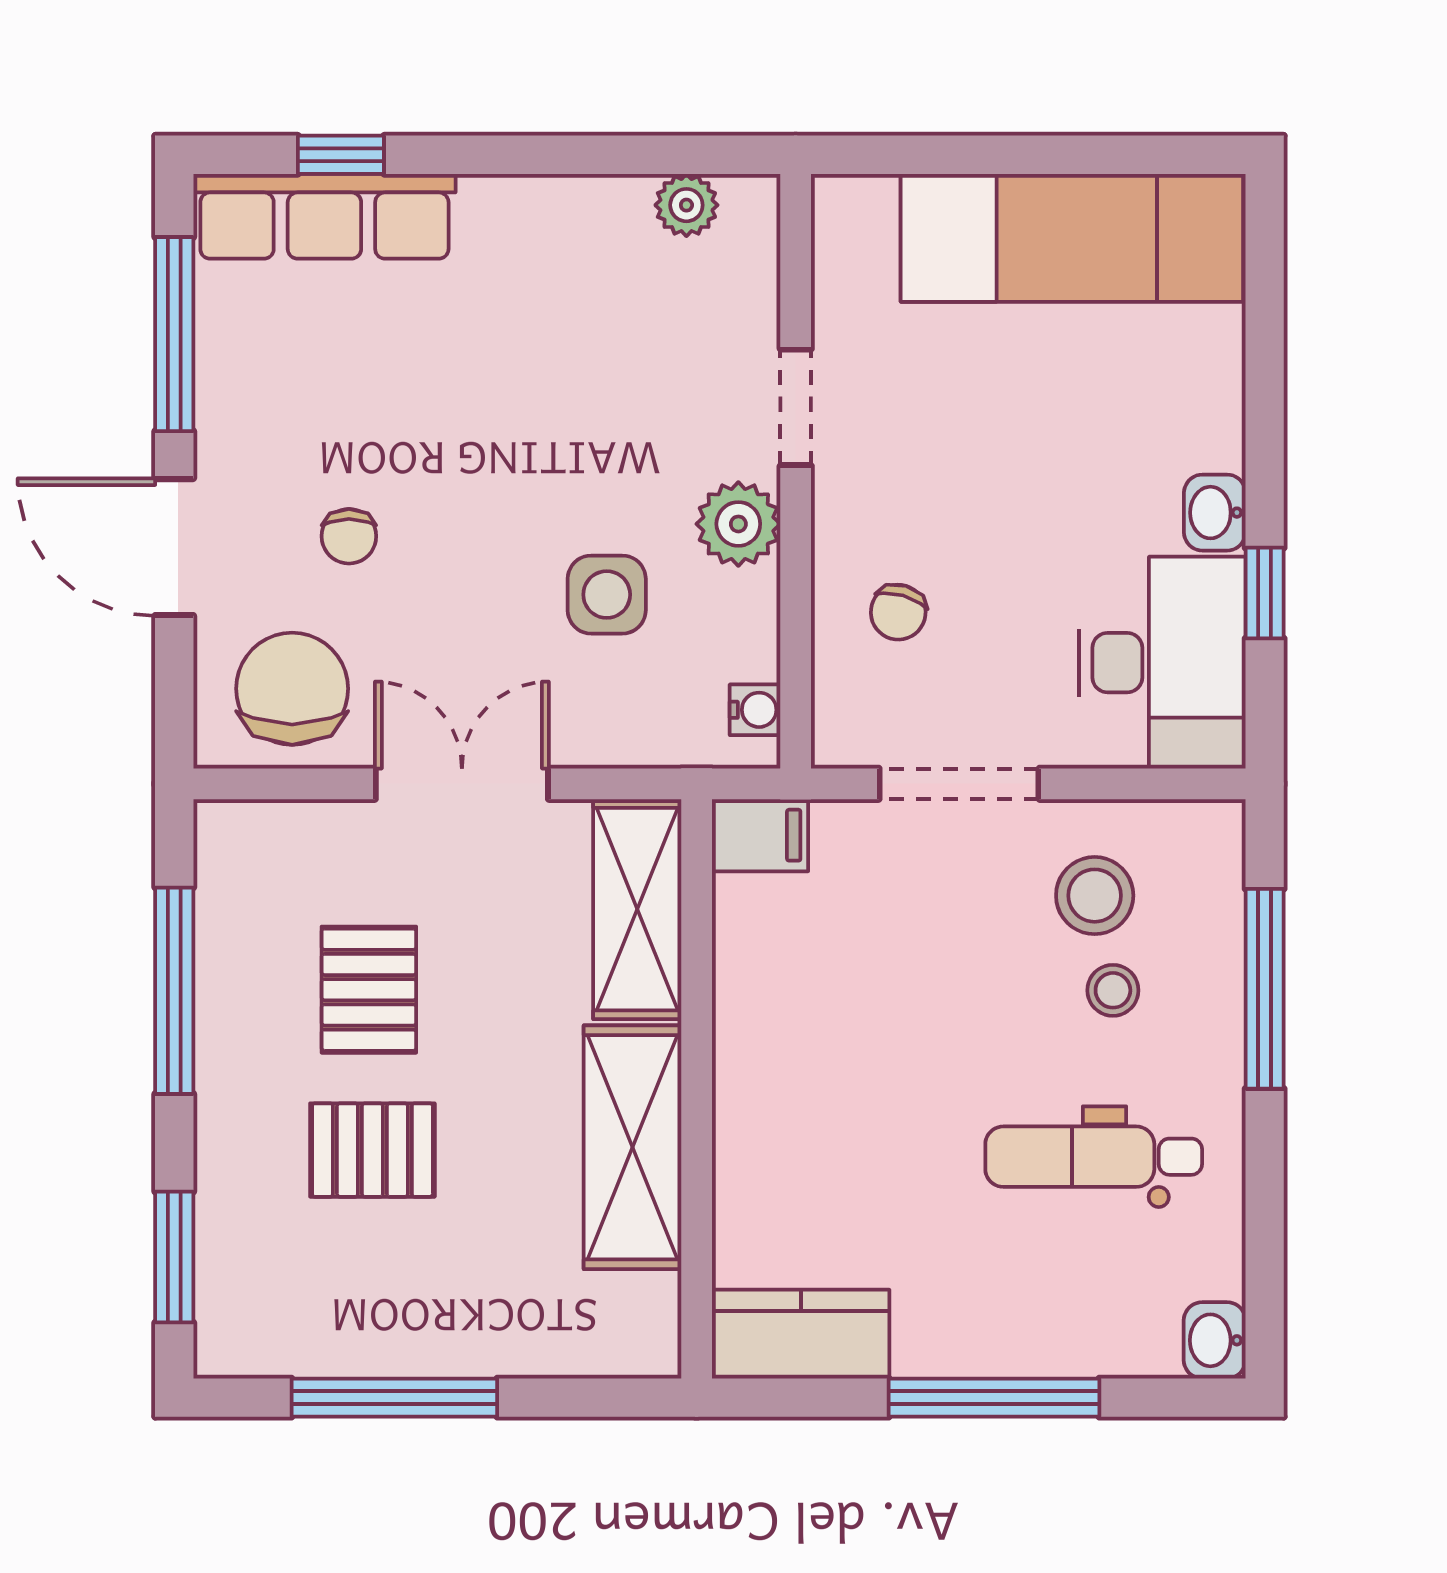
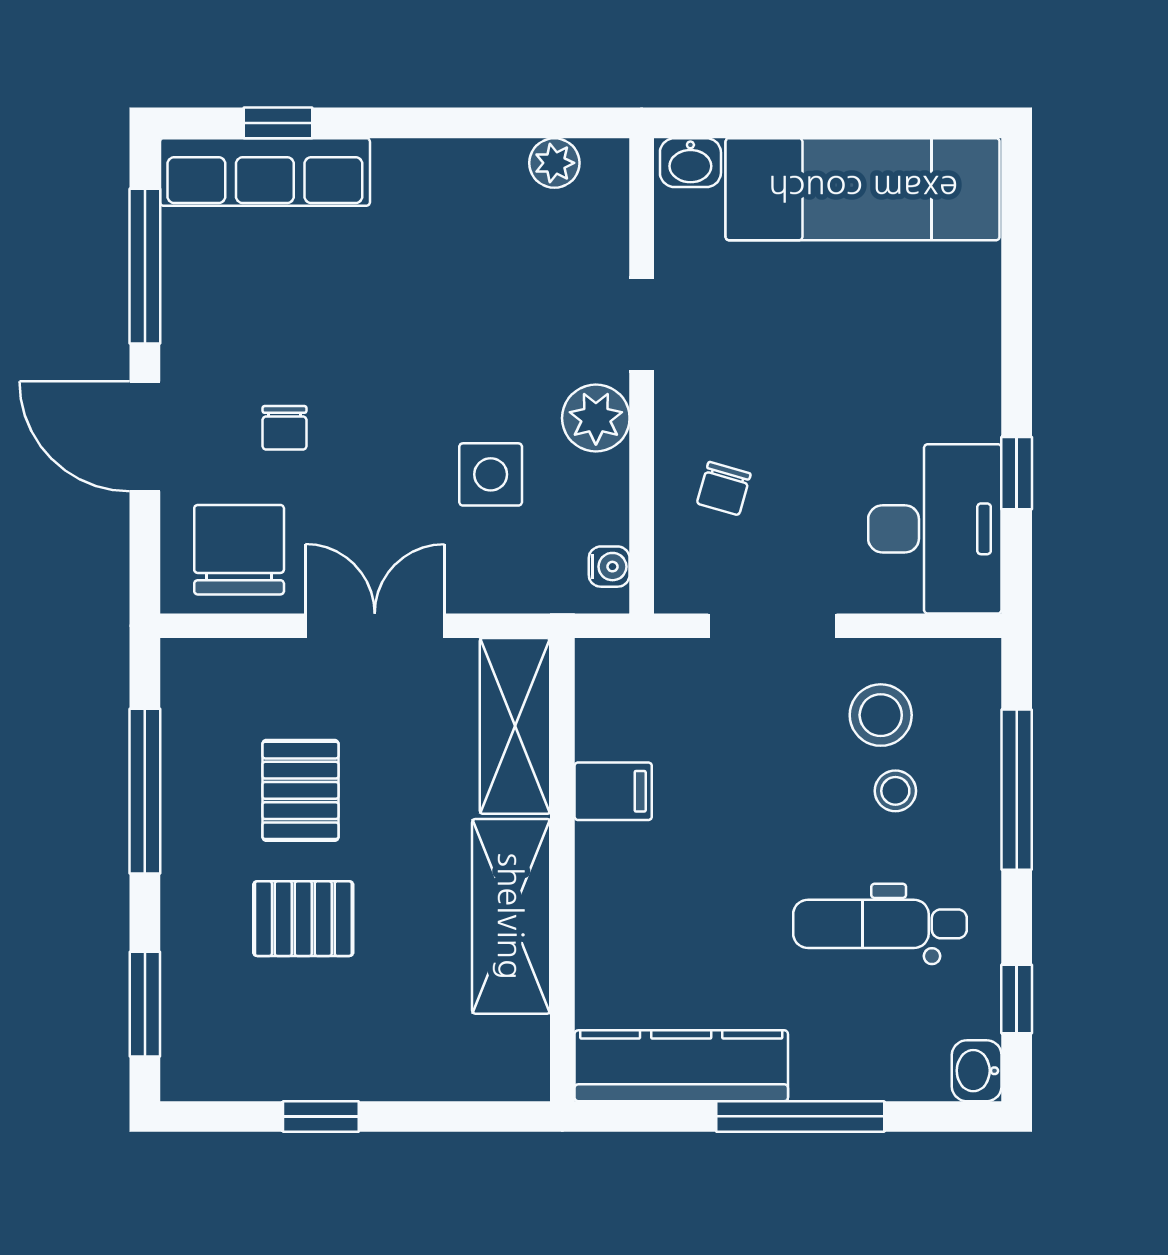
washbasin: (1215, 513) -> (690, 163), moved, turned -90
filing cabinet: (760, 835) -> (613, 791), moved
window: (1265, 1251) -> (1017, 999), added
kitchen counter: (801, 1334) -> (681, 1066), width x1.50
window: (394, 1398) -> (321, 1116), width x0.46

